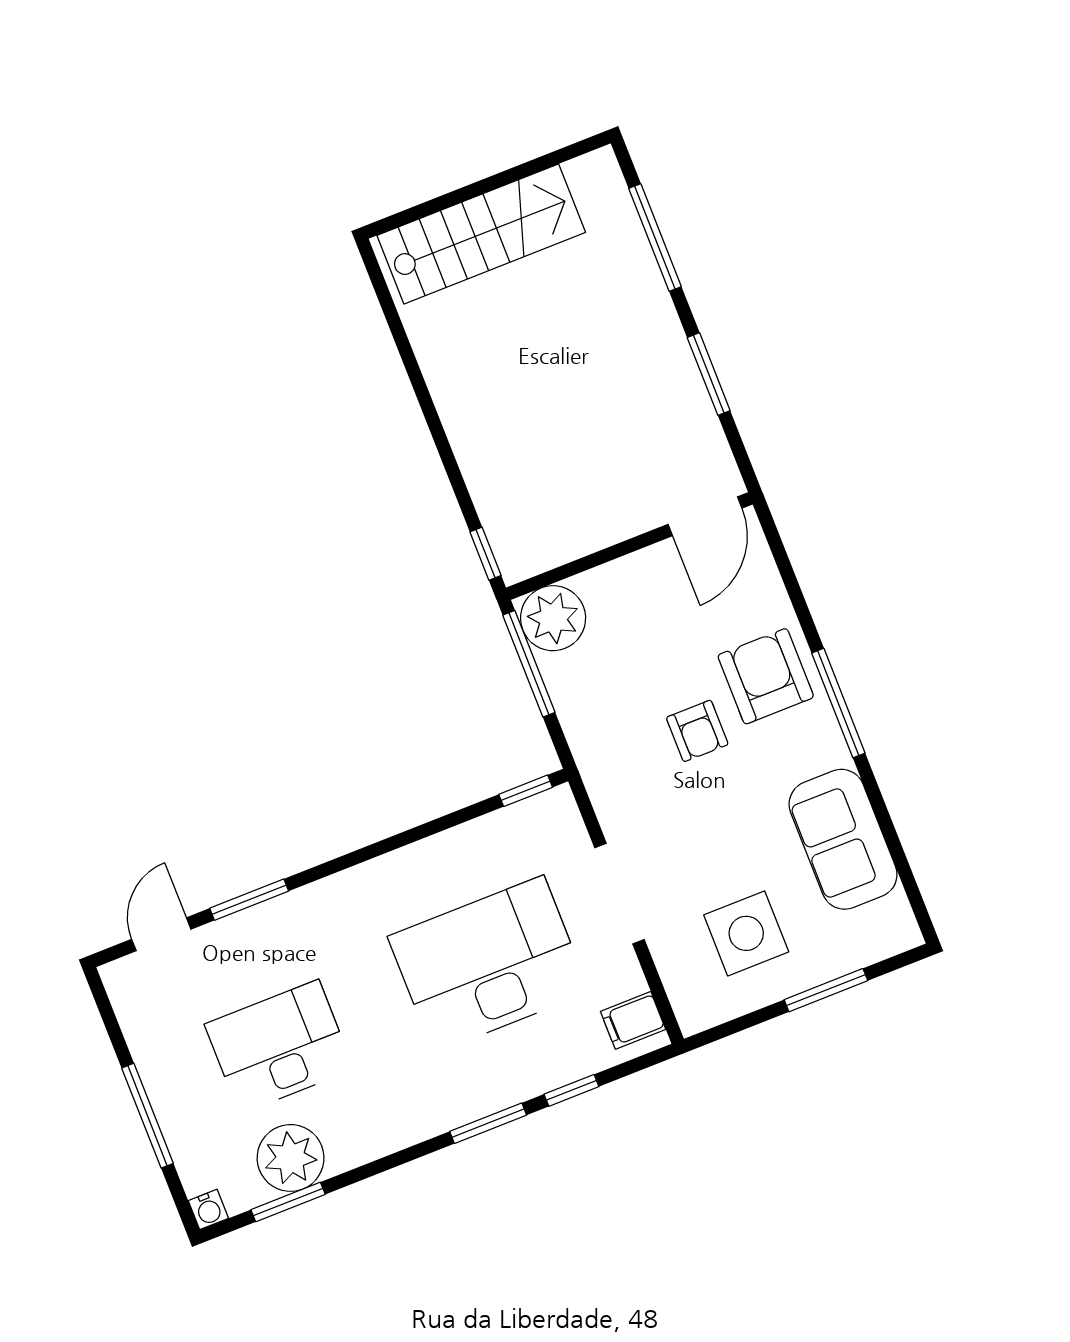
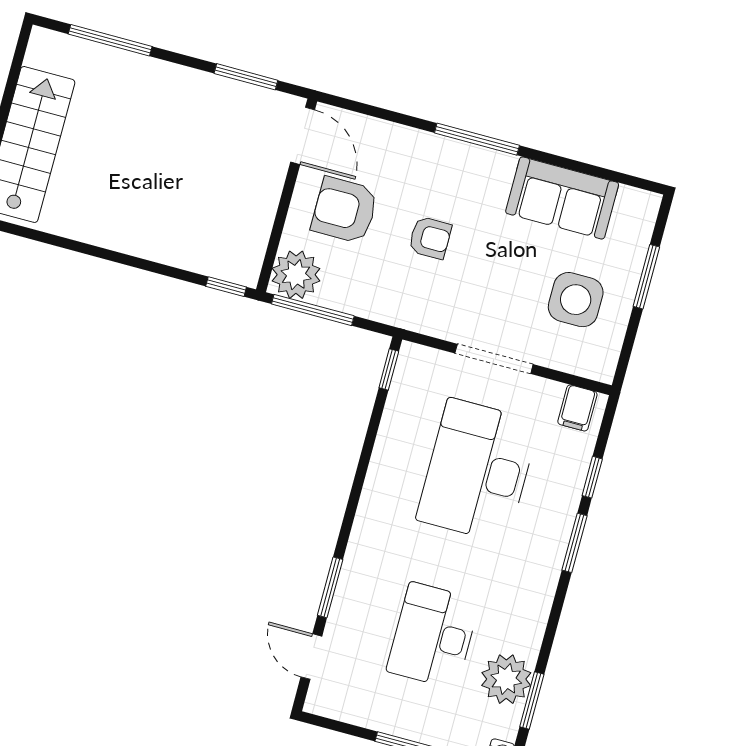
window: (709, 374) -> (246, 77), moved
armchair: (766, 676) -> (345, 210), moved

